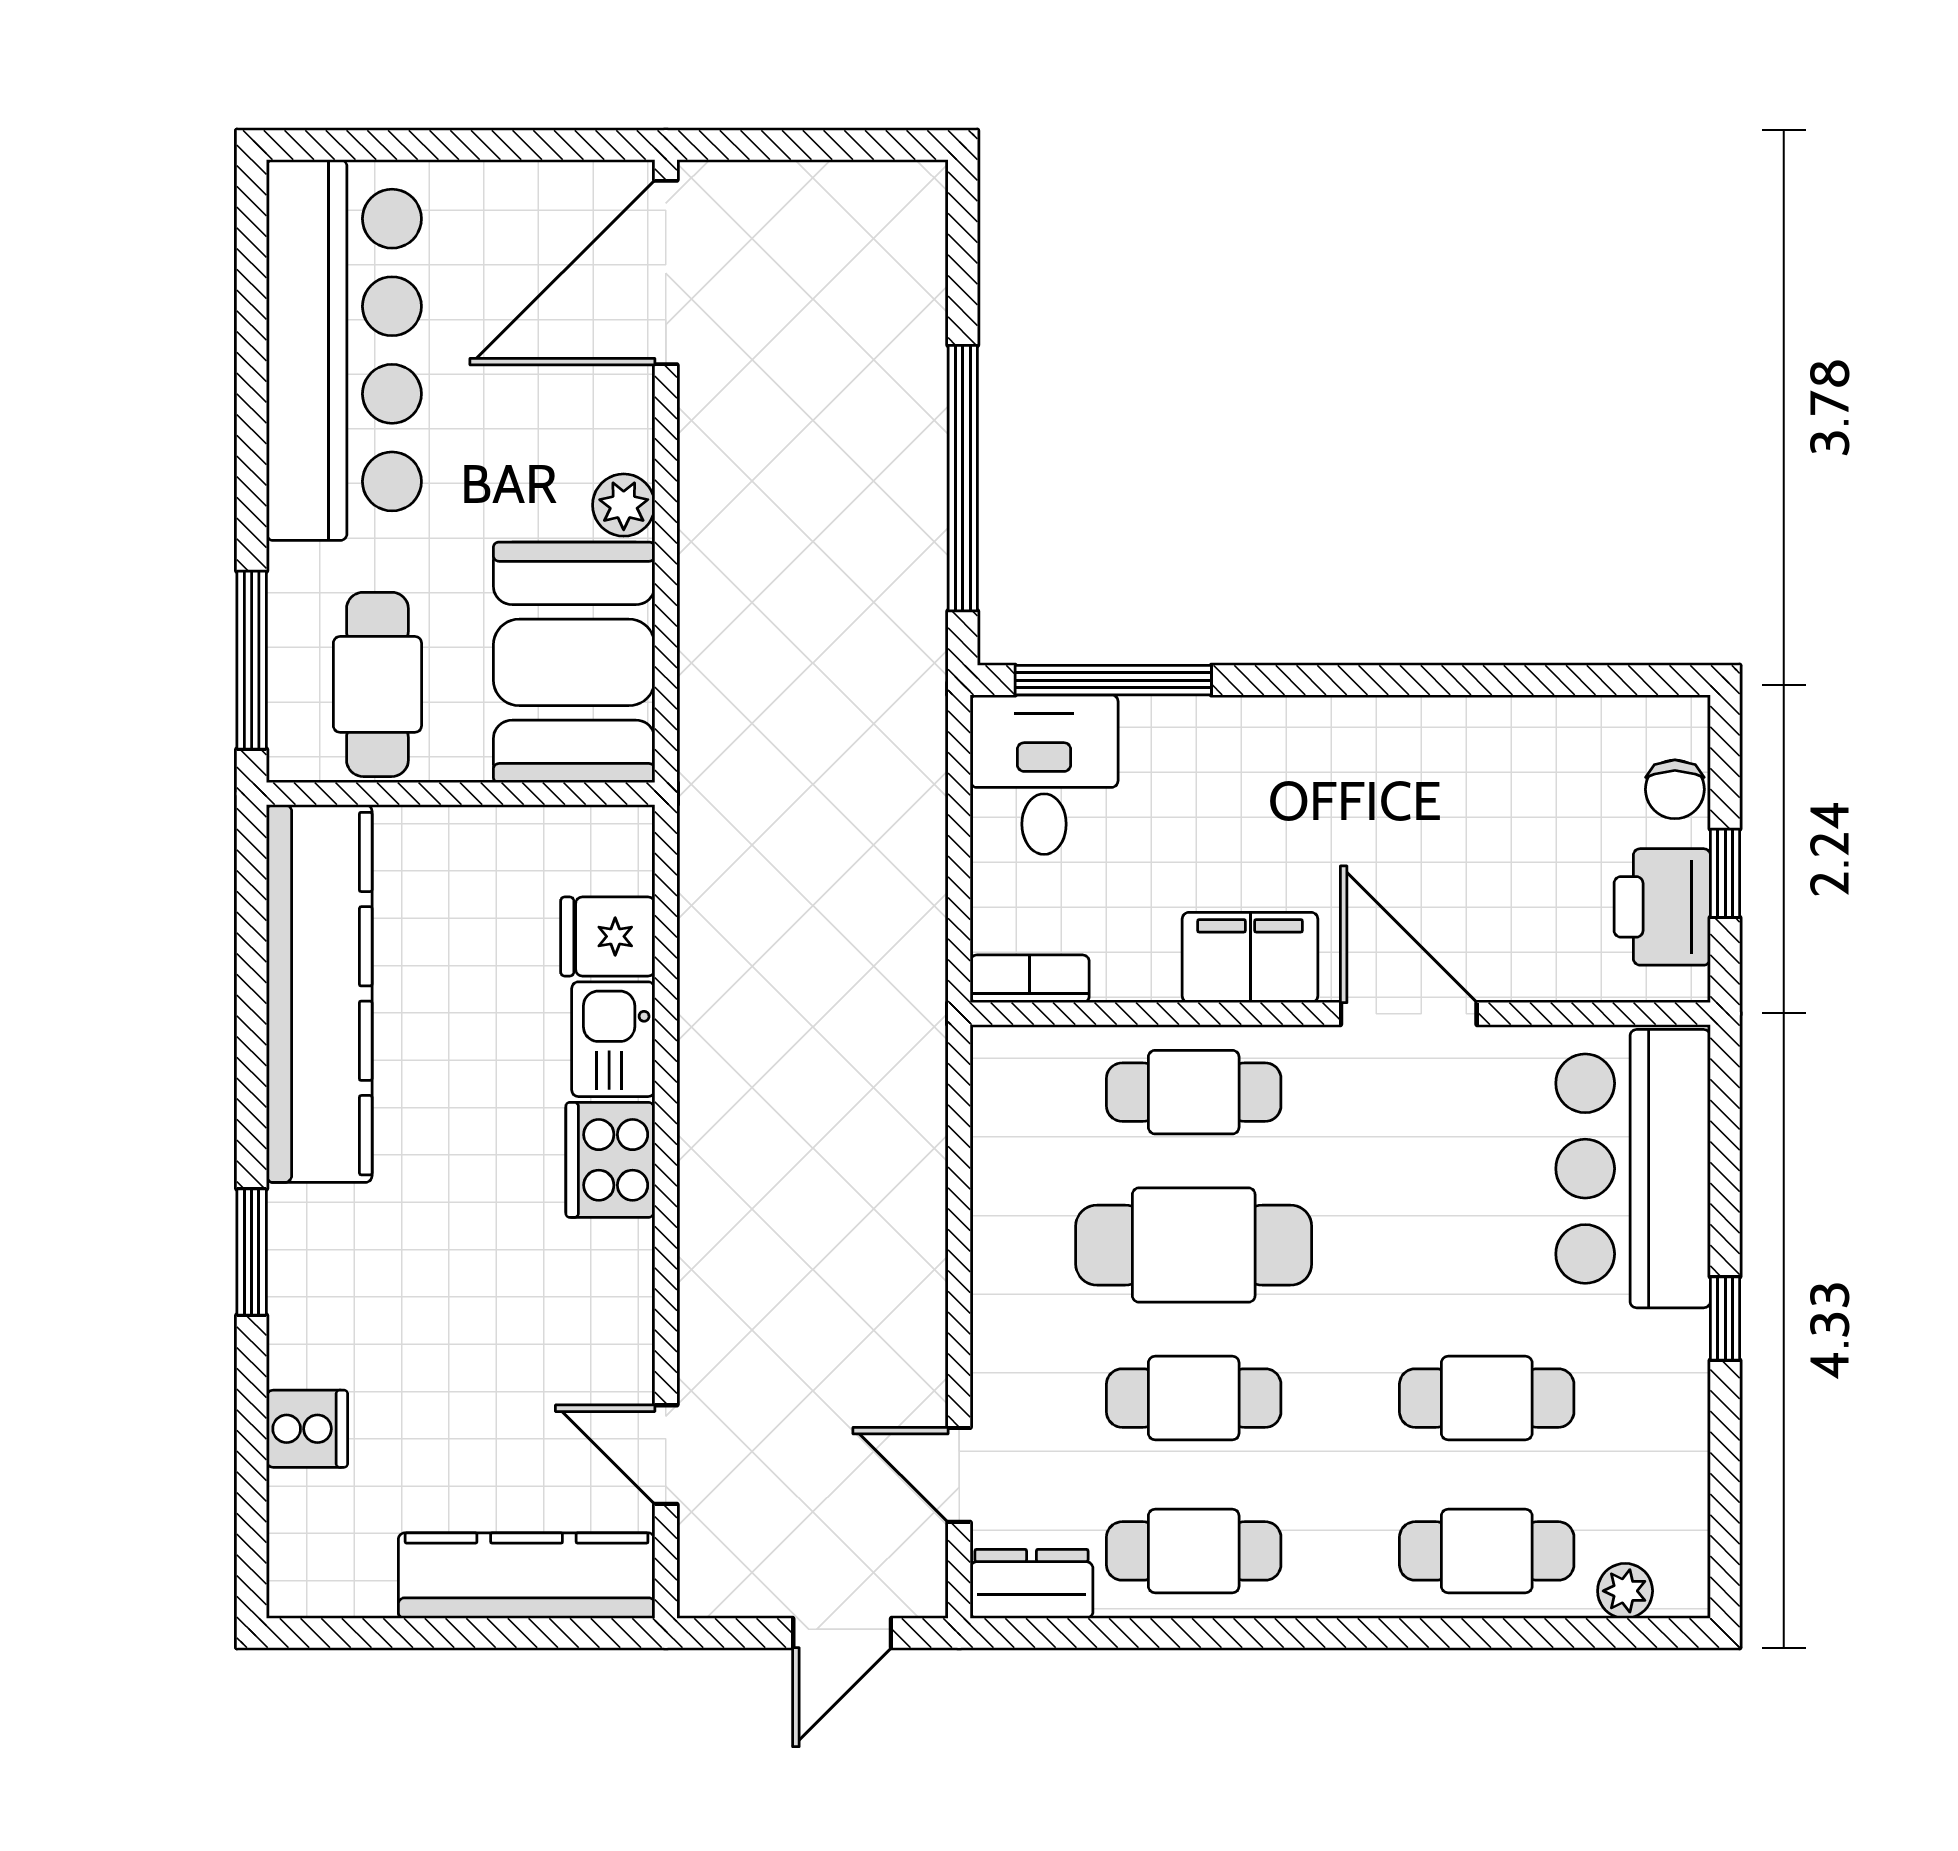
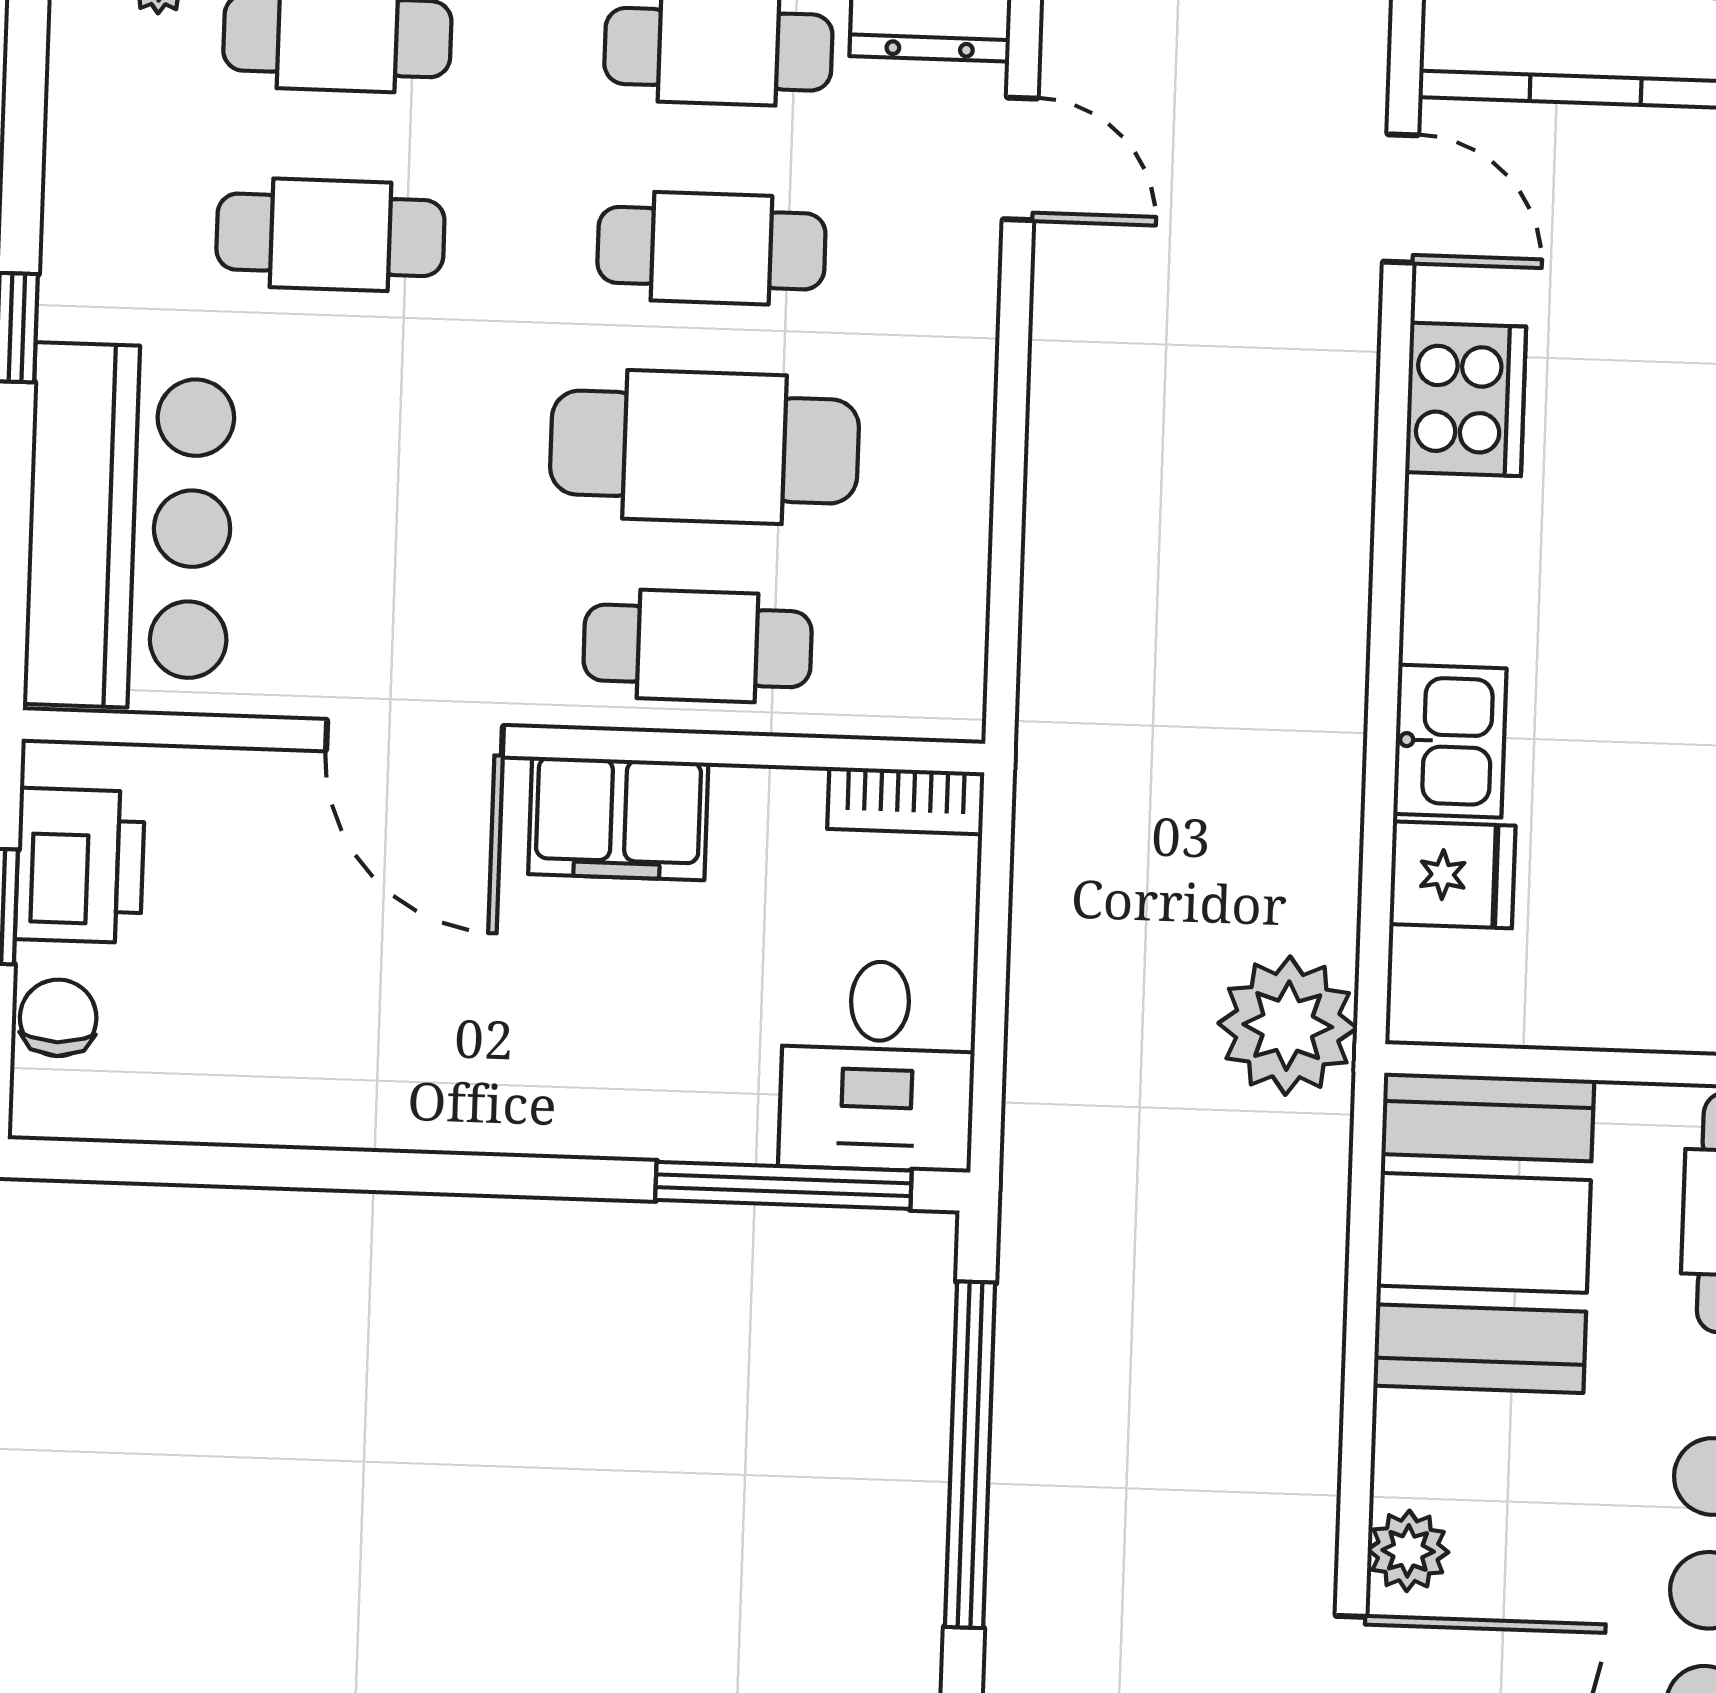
plant: (624, 505) -> (1408, 1551), moved
plant: (730, 816) -> (1288, 1026), added
cooker: (610, 1160) -> (1466, 399), moved

